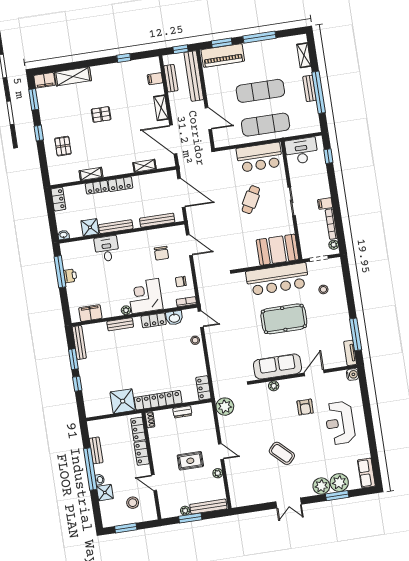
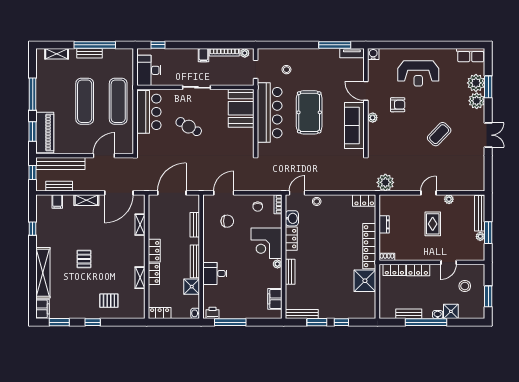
shelving: (73, 76) -> (43, 273), width x1.47
bench: (157, 220) -> (195, 225), width x0.73
printer: (70, 276) -> (212, 313), moved
plant: (274, 386) -> (373, 118), moved

